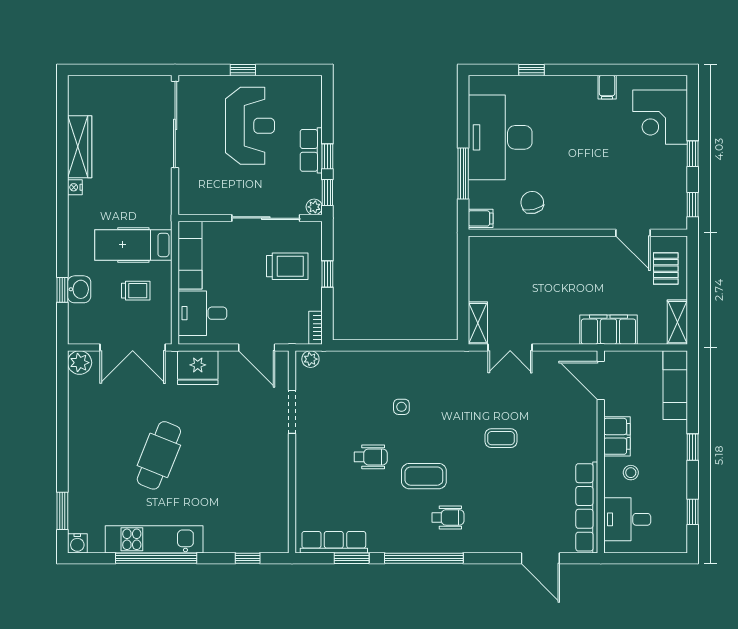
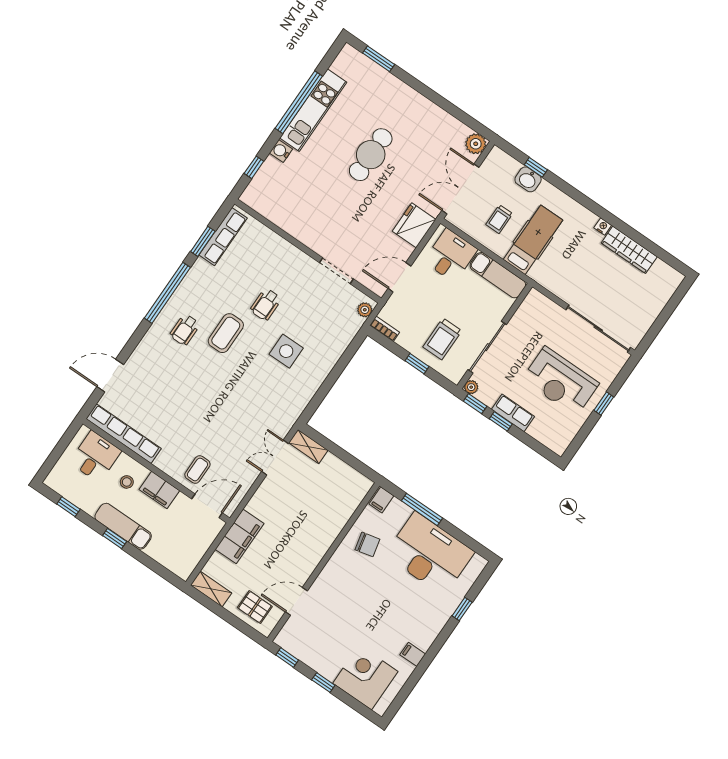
exam couch: (675, 385) -> (123, 526), moved
side table: (401, 407) -> (286, 351), width x1.87, depth x1.87
coffee table: (501, 438) -> (197, 469), moved
cafe table: (159, 455) -> (371, 155), turned 68
water cooler: (77, 543) -> (281, 151), moved

